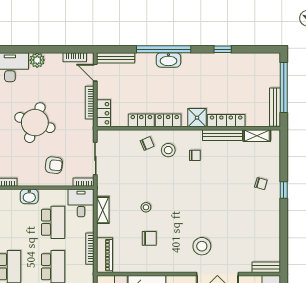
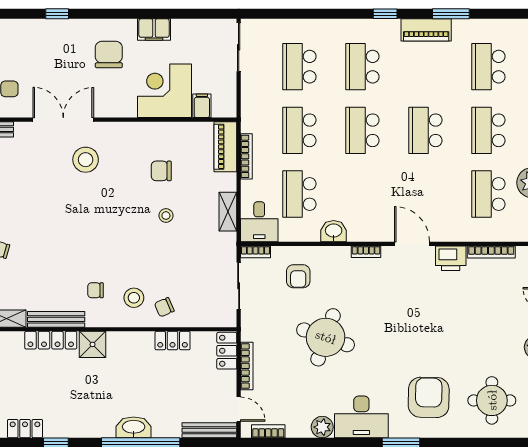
locker: (168, 120) -> (25, 429), moved, turned 180
armchair: (54, 165) -> (298, 276), turned -96

